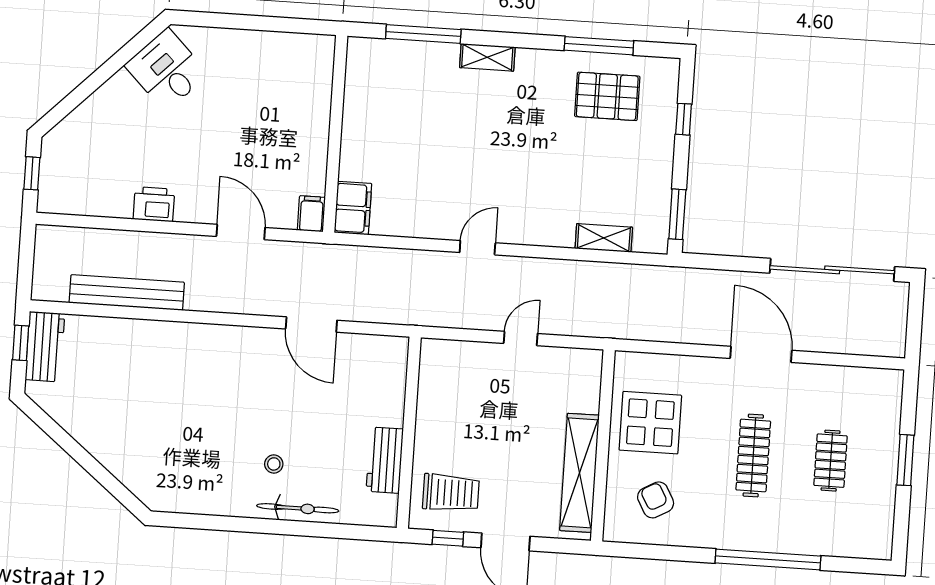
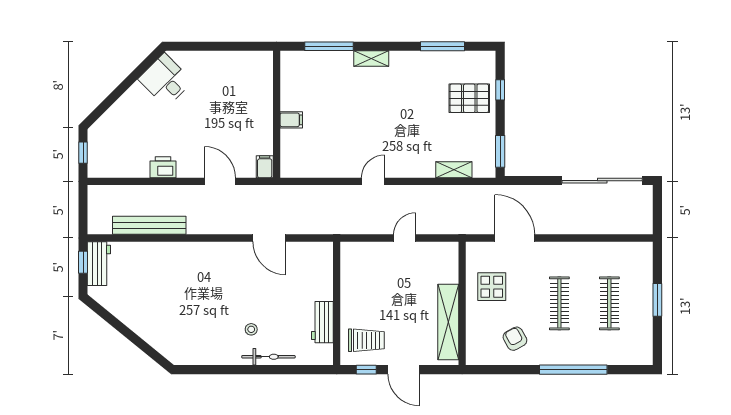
pallet: (607, 96) -> (469, 98), moved
filing cabinet: (353, 208) -> (291, 120), moved, width x0.50
door: (761, 354) -> (515, 238), moved
display table: (650, 423) -> (492, 287), width x0.73, depth x0.73
clothes rail: (831, 461) -> (609, 303), width x1.36
armchair: (656, 500) -> (515, 339), moved

